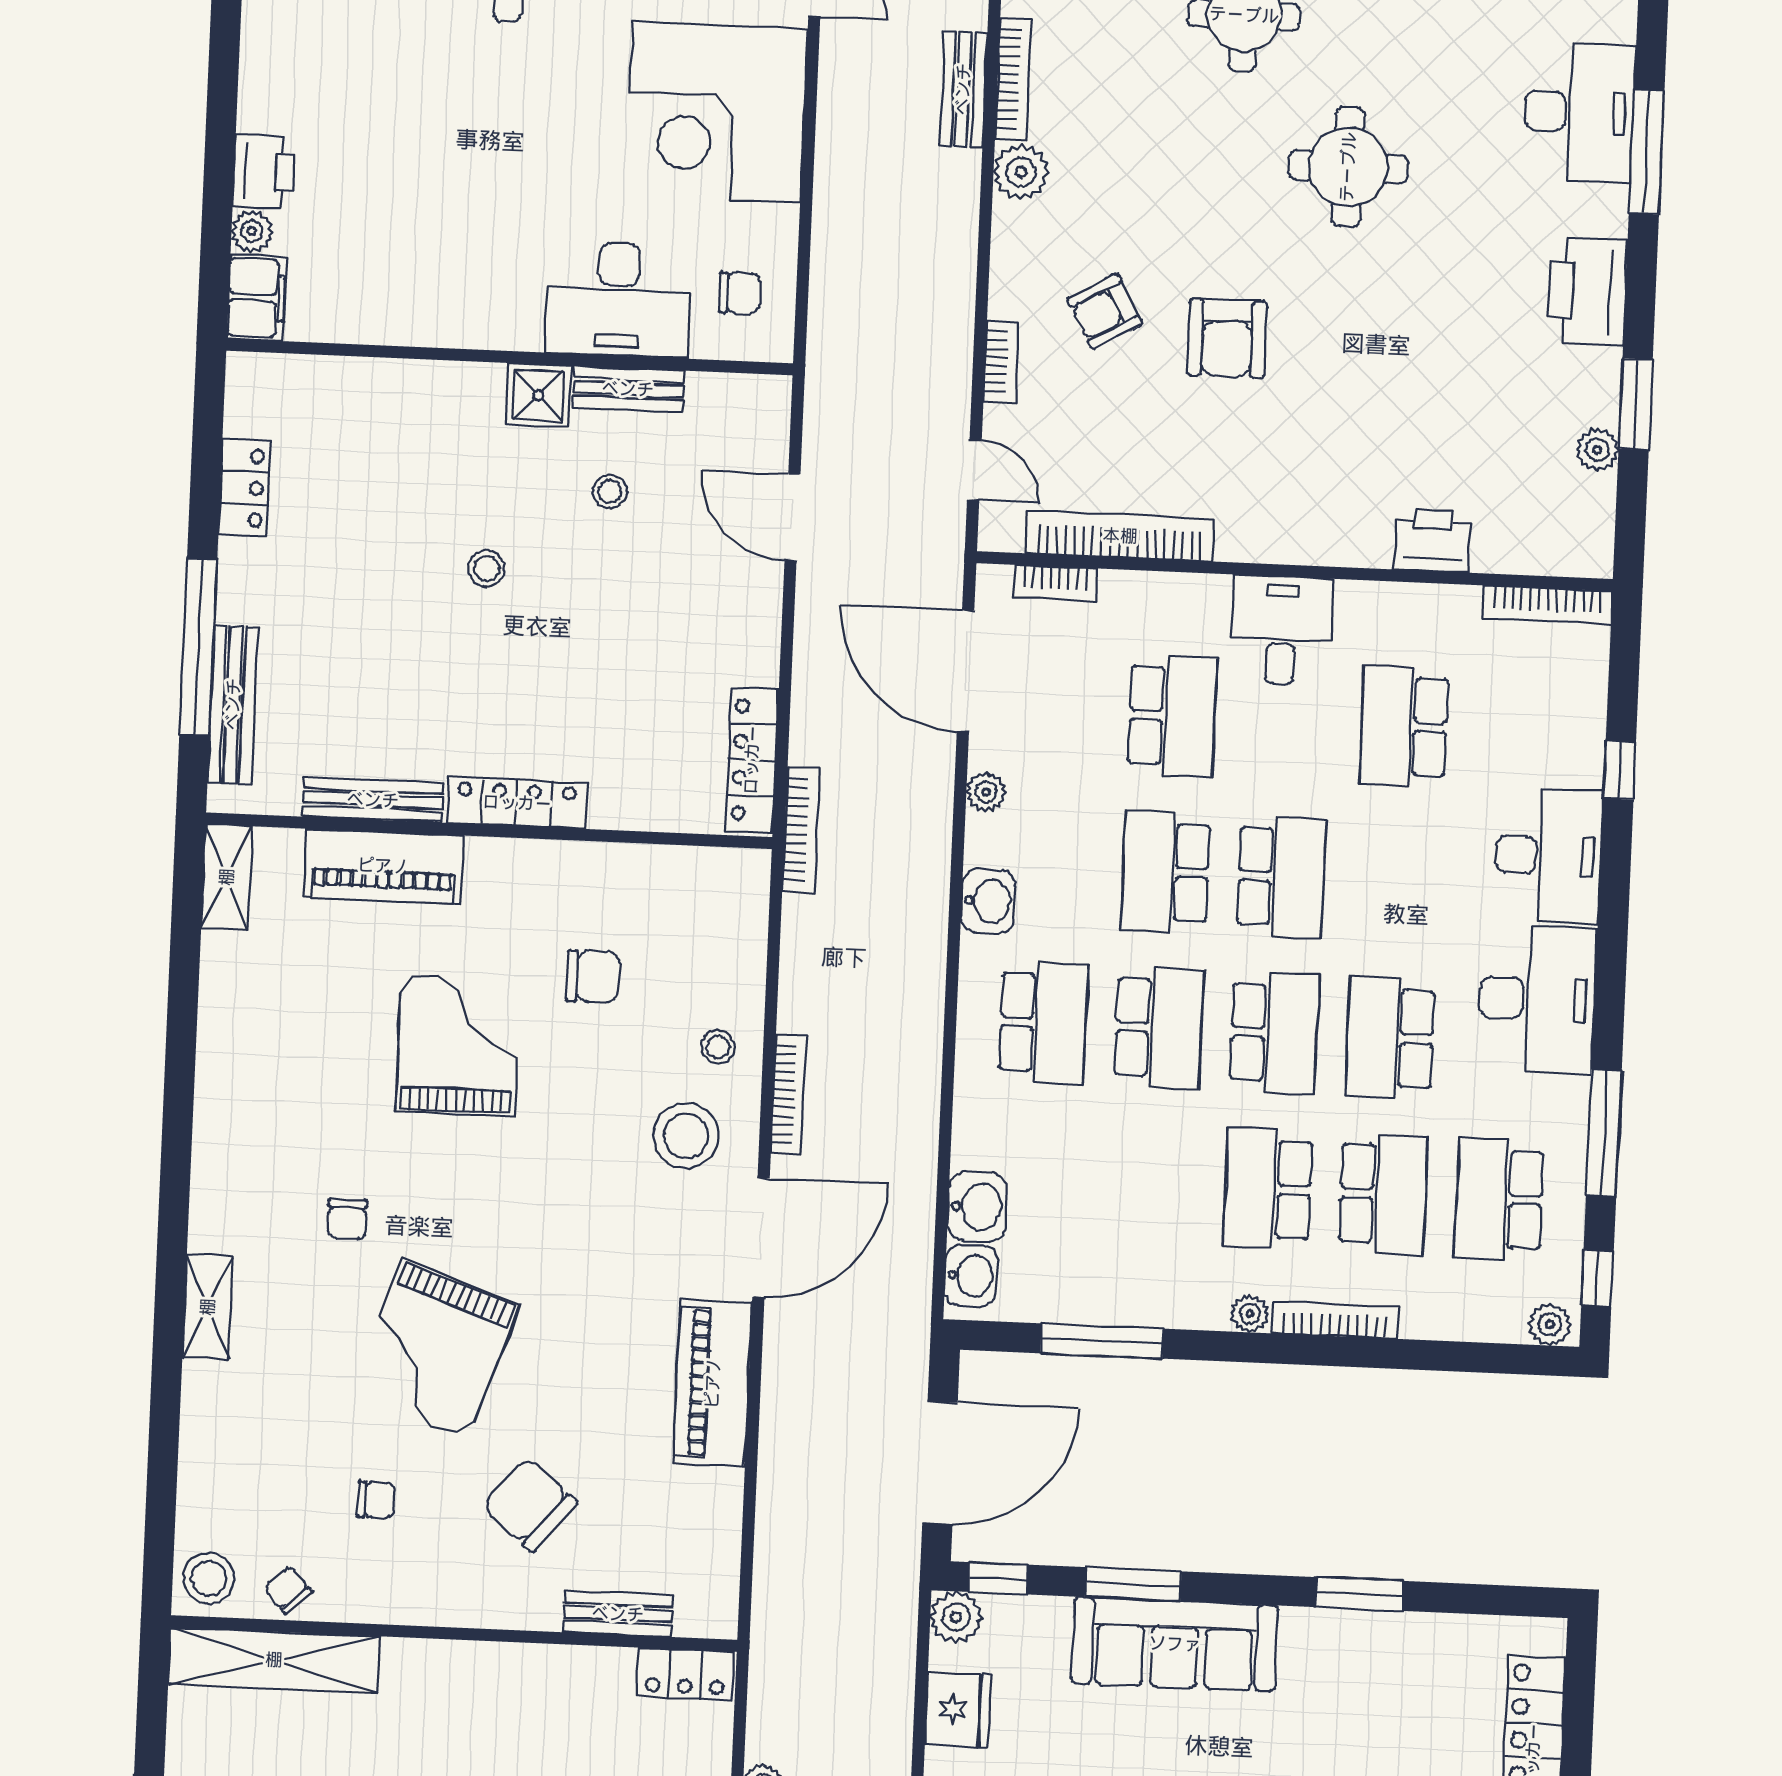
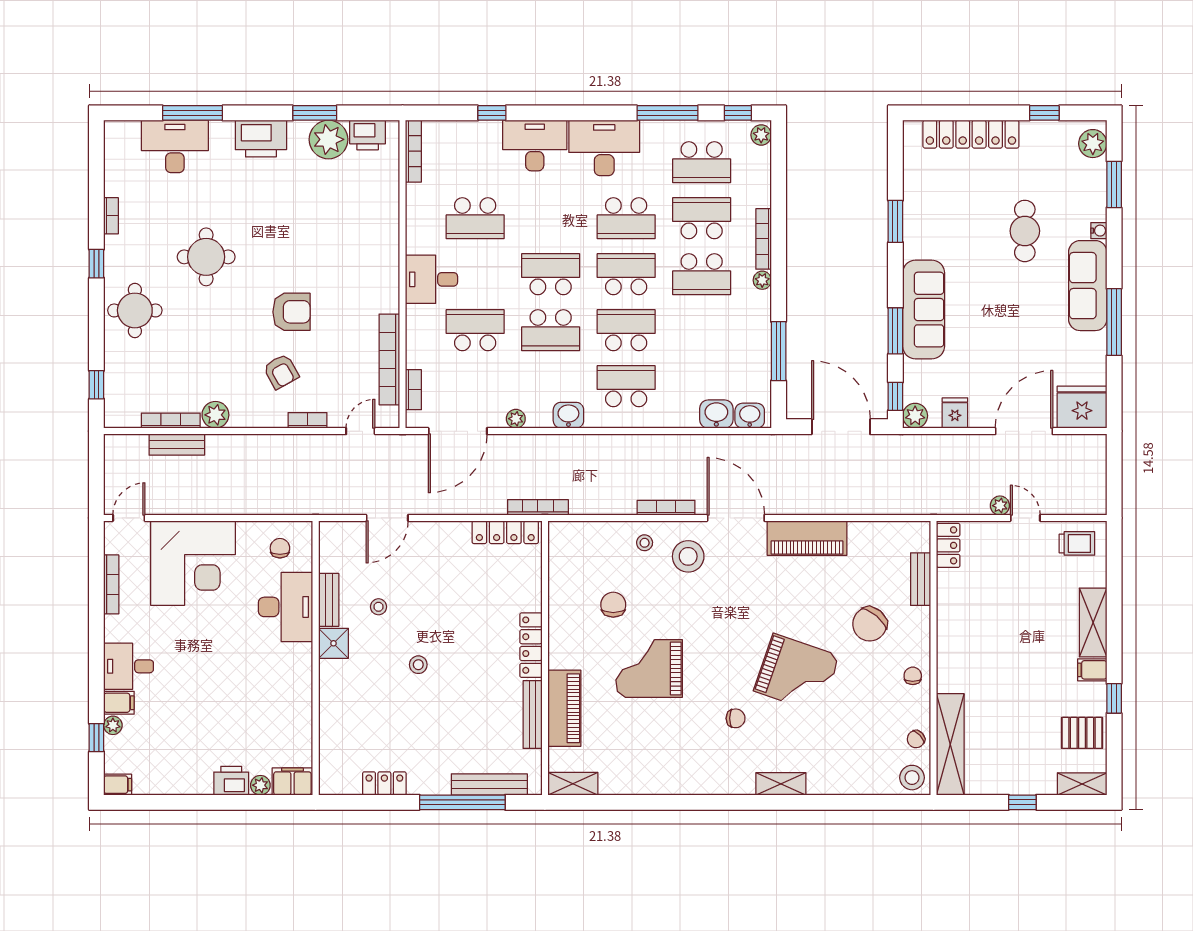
plant: (1597, 450) -> (328, 139), width x1.88, depth x1.88
printer: (1433, 541) -> (368, 135), moved, turned -90
chair: (376, 1500) -> (913, 676), moved
fridge: (958, 1710) -> (955, 413), width x0.72

